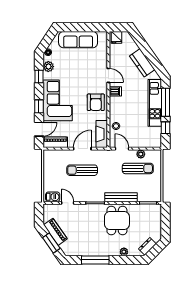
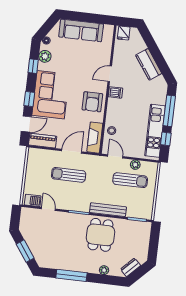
door: (108, 75) -> (110, 74), swing flipped
kitchen unit: (155, 103) -> (155, 131), moved
piano: (55, 232) -> (31, 239), removed

